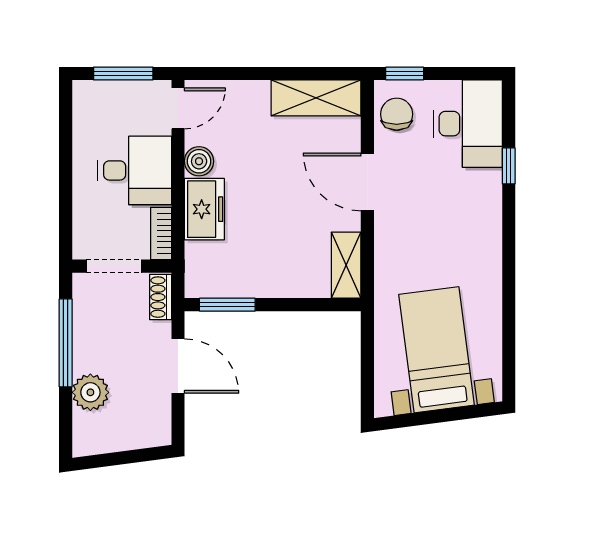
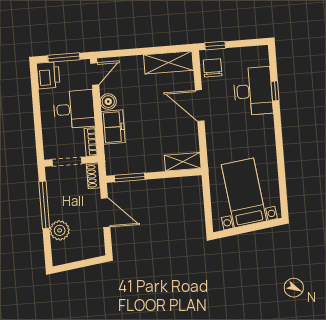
printer: (92, 104) -> (48, 75), added
desk: (468, 124) -> (253, 91), moved
shelving: (346, 265) -> (183, 162), moved, turned 90

